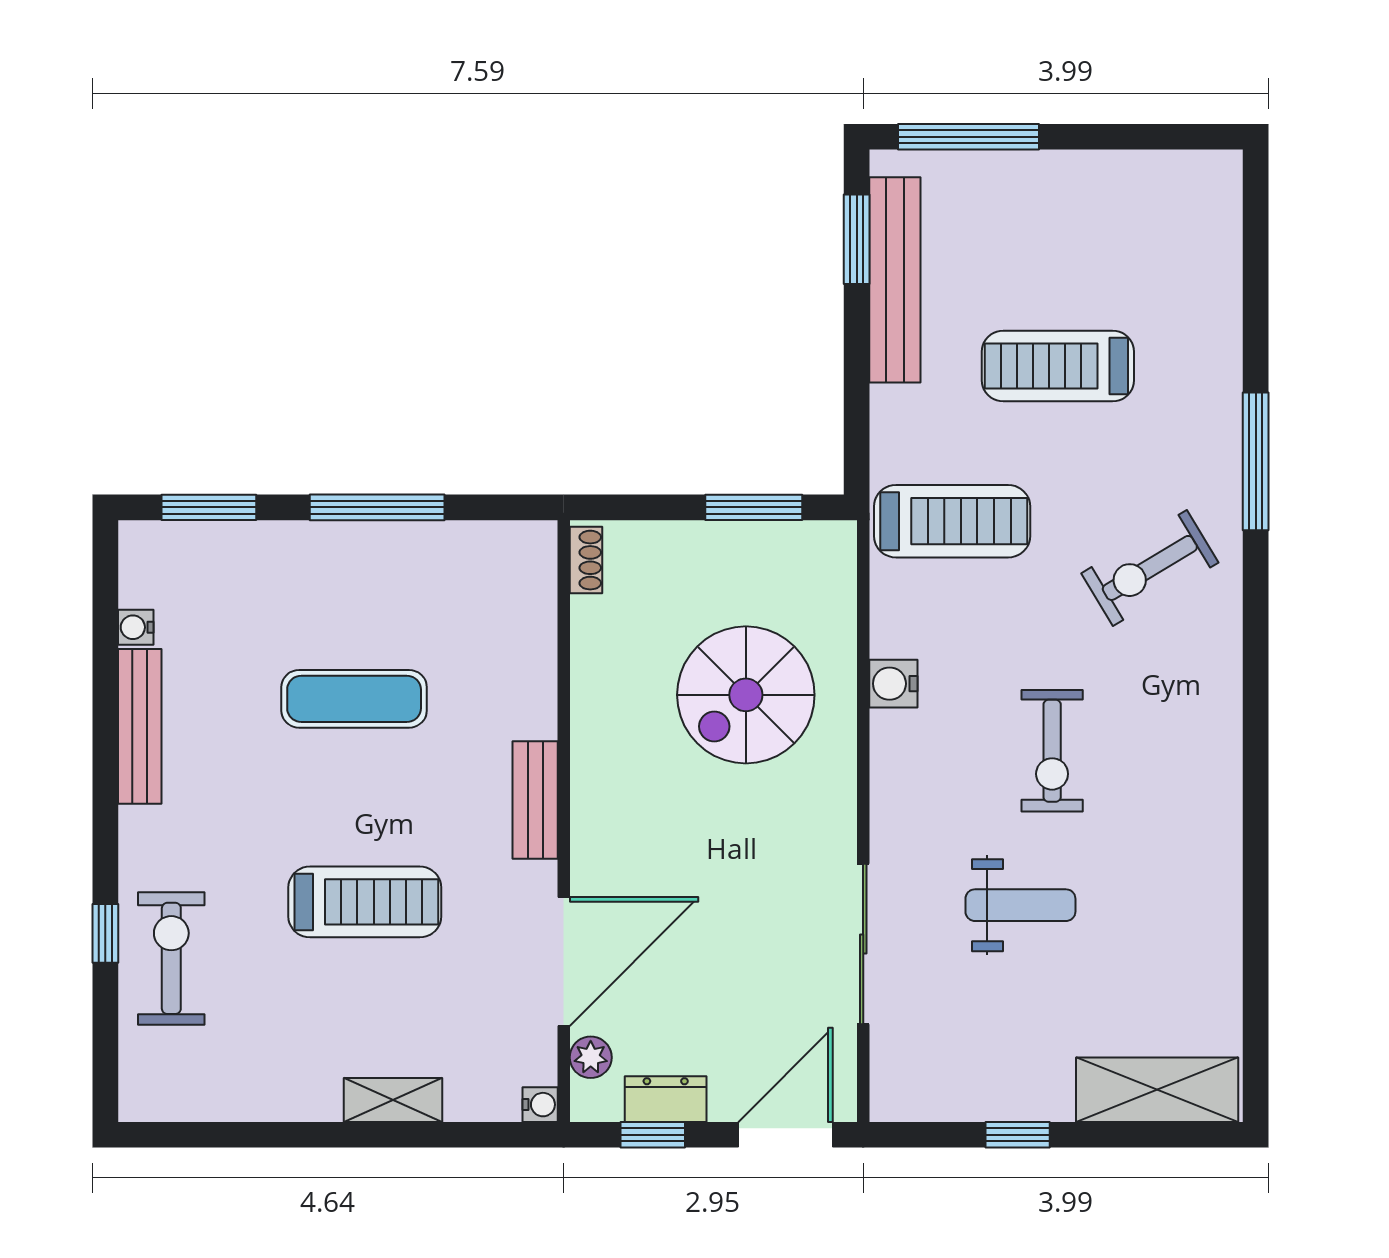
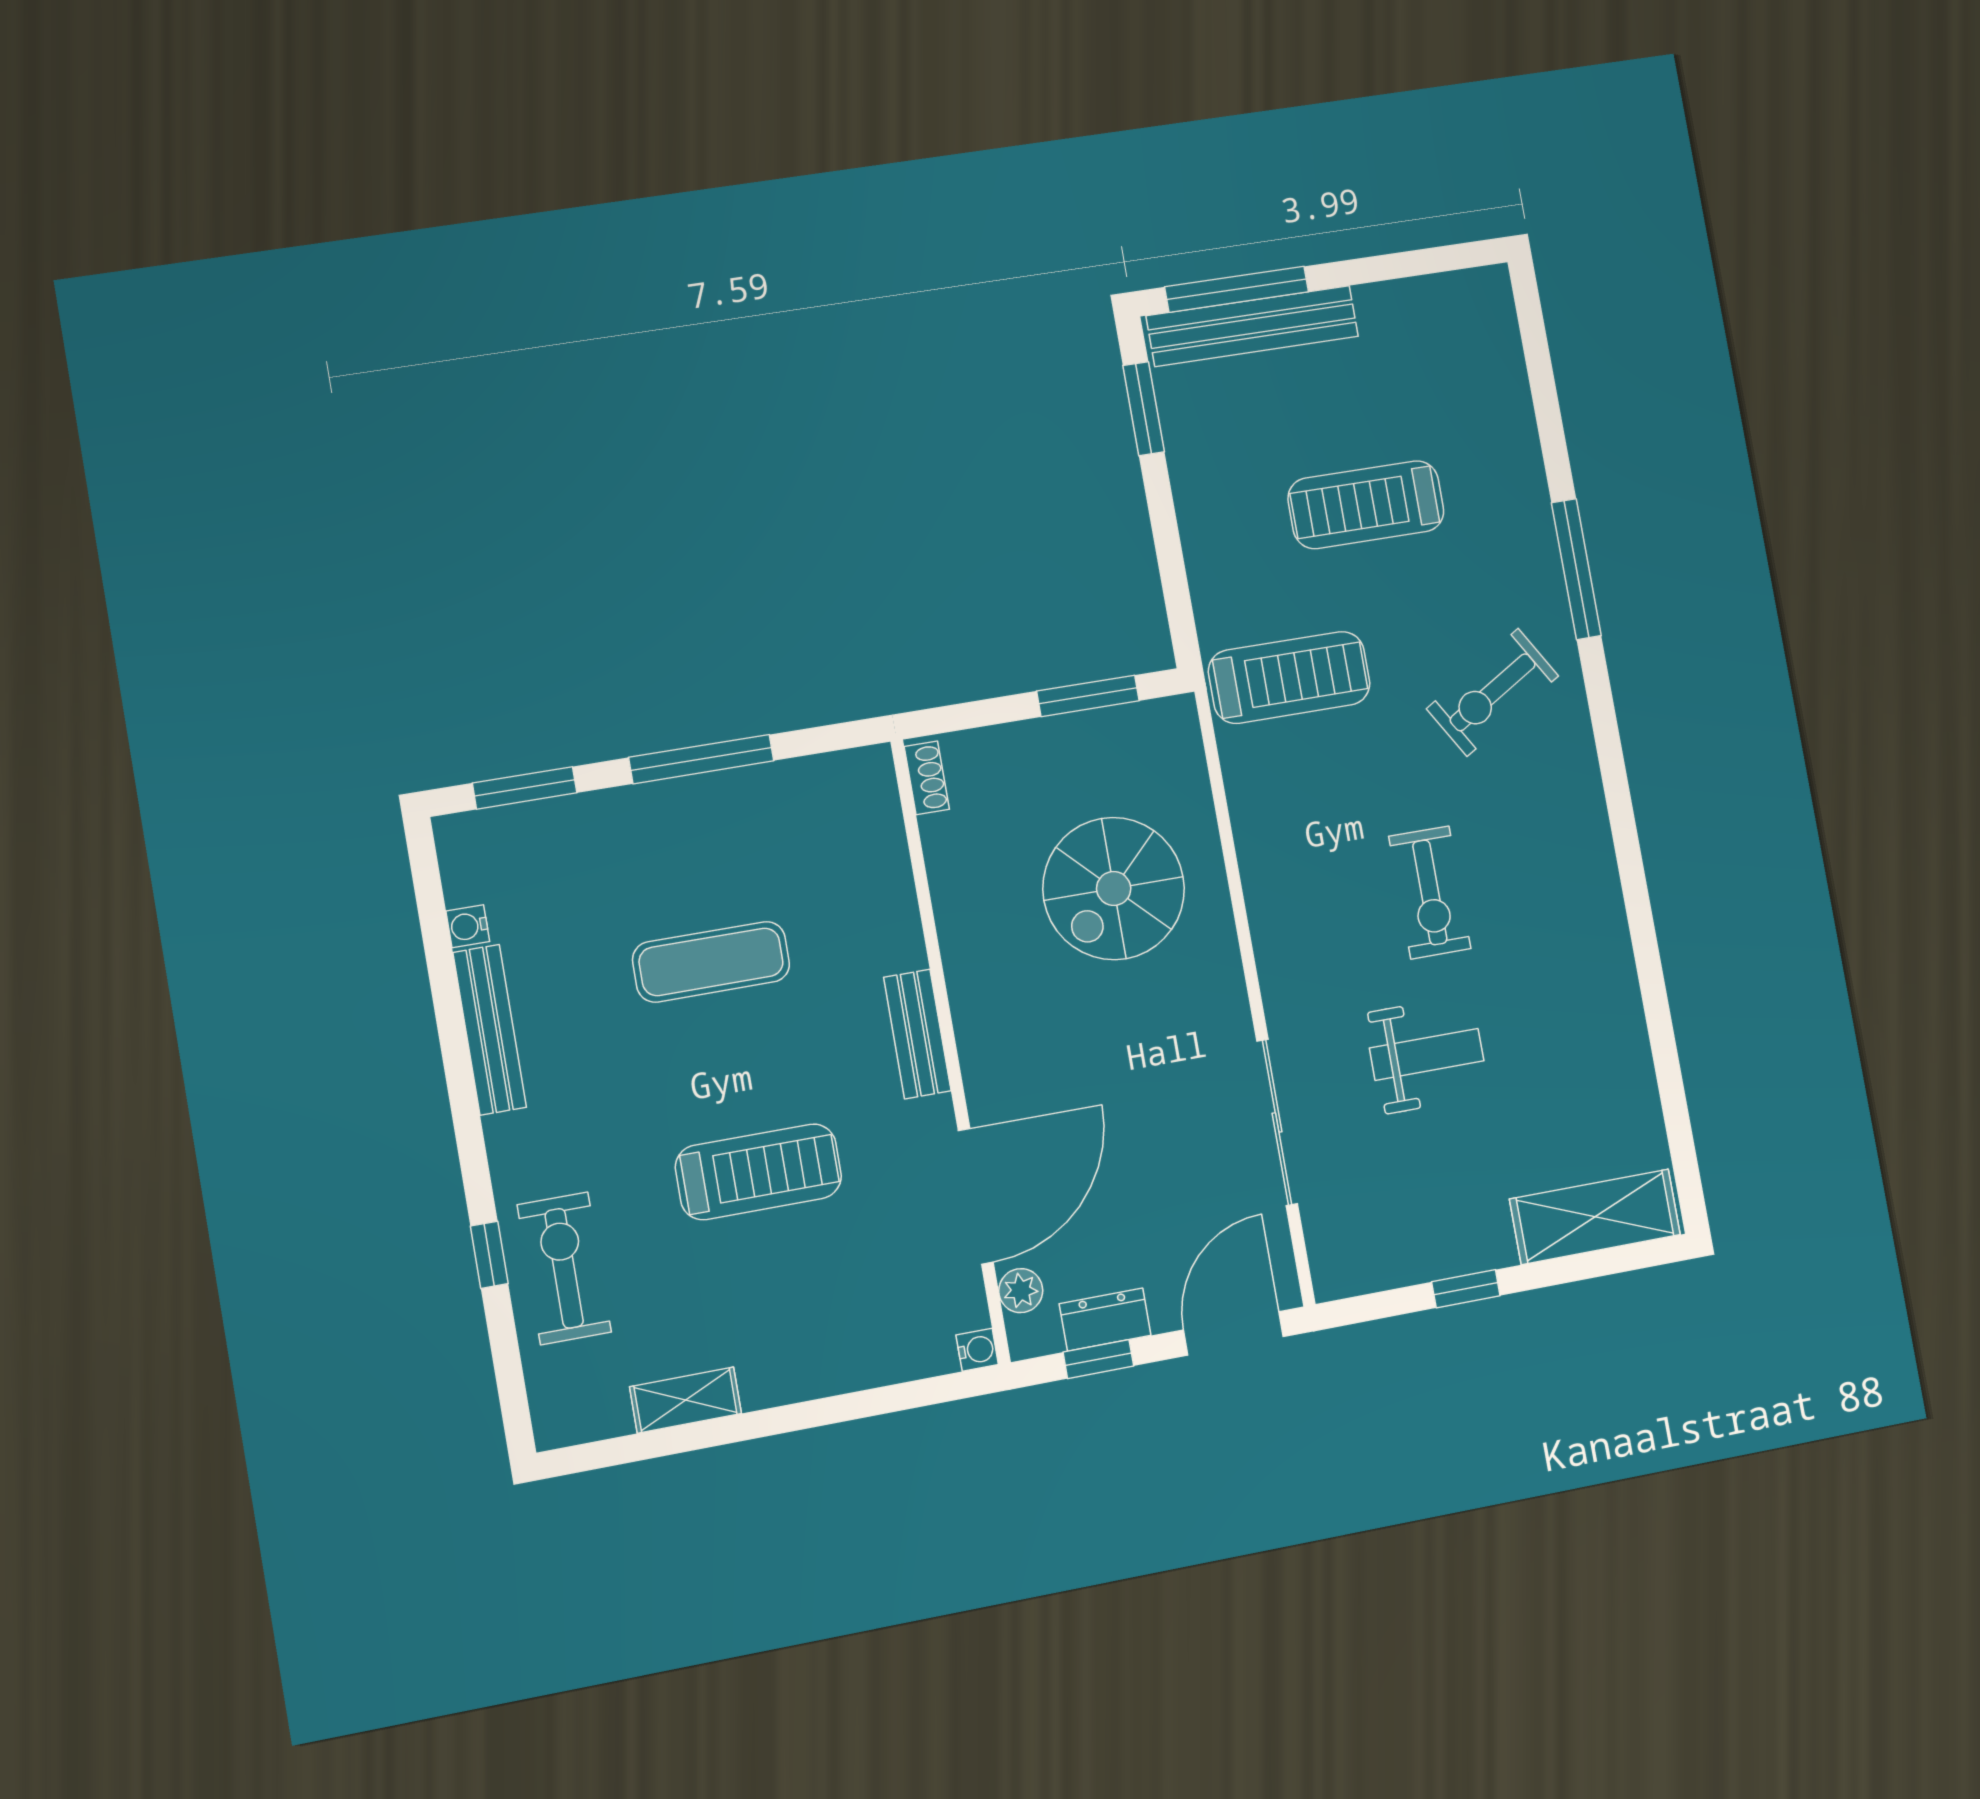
bench: (895, 280) -> (1252, 326), moved, turned 90
water cooler: (893, 684) -> (1260, 852), removed
shelving: (393, 1100) -> (686, 1400), moved

